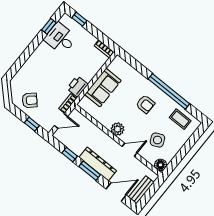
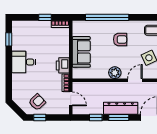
window: (79, 19) -> (45, 17), moved
desk: (60, 38) -> (24, 62), moved
window: (169, 91) -> (107, 17), moved
door: (61, 121) -> (71, 99), hinge flipped
window: (32, 124) -> (40, 117), moved

